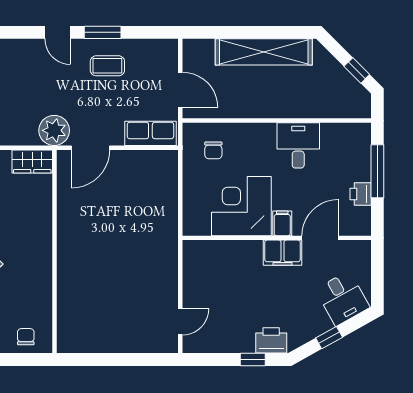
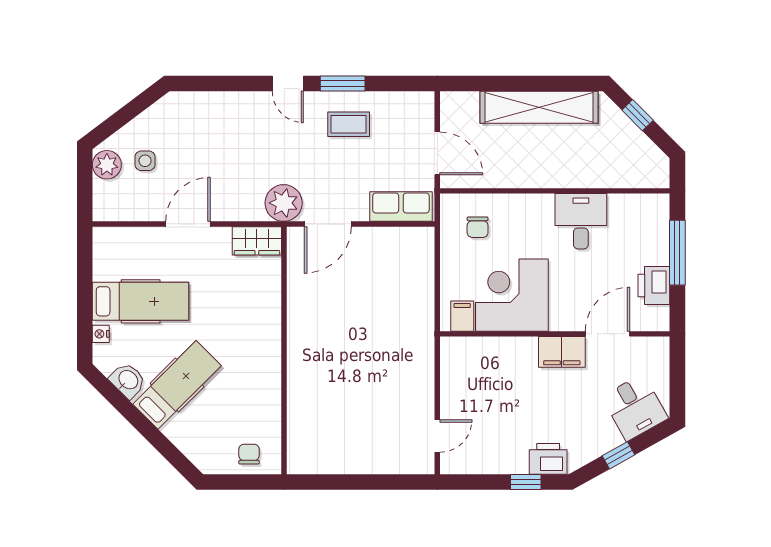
window: (357, 70) -> (638, 115), moved
printer: (361, 194) -> (654, 285), width x1.36, depth x1.24
filing cabinet: (282, 223) -> (462, 316), moved

